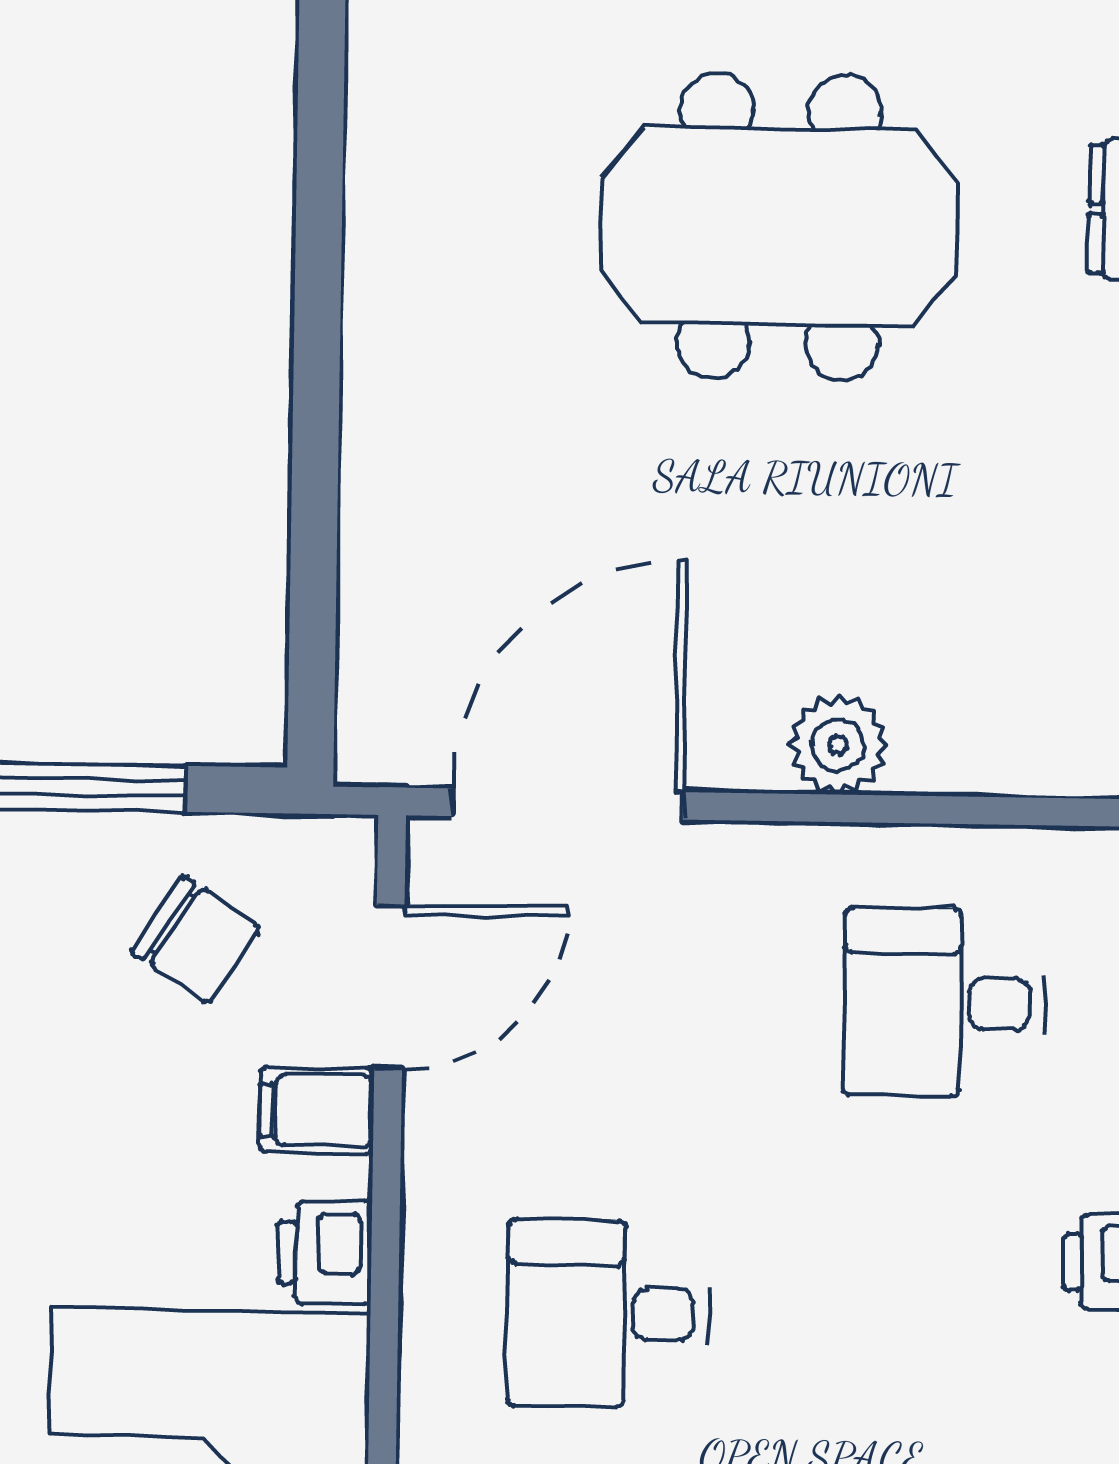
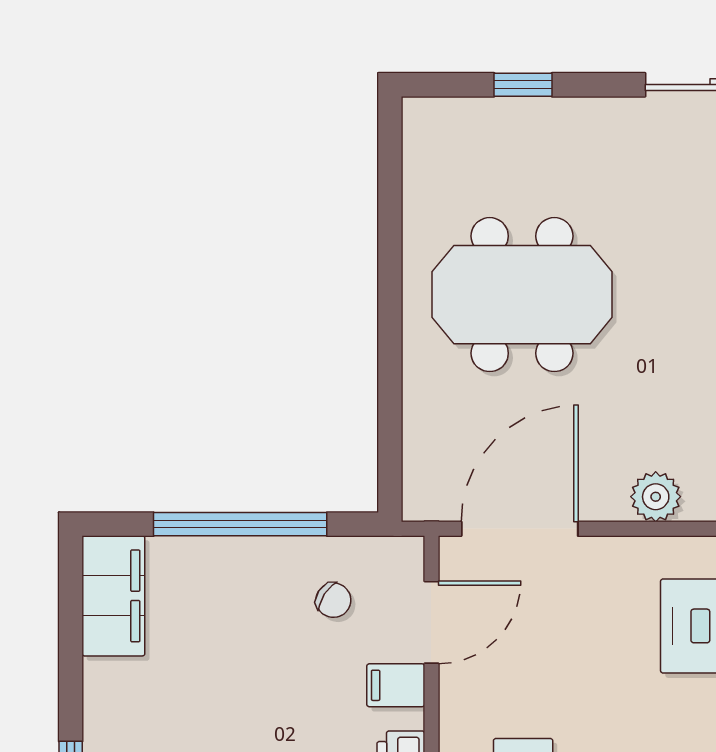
meeting table: (779, 227) -> (522, 295), moved
chair: (196, 940) -> (333, 600), width x0.73, depth x0.73

